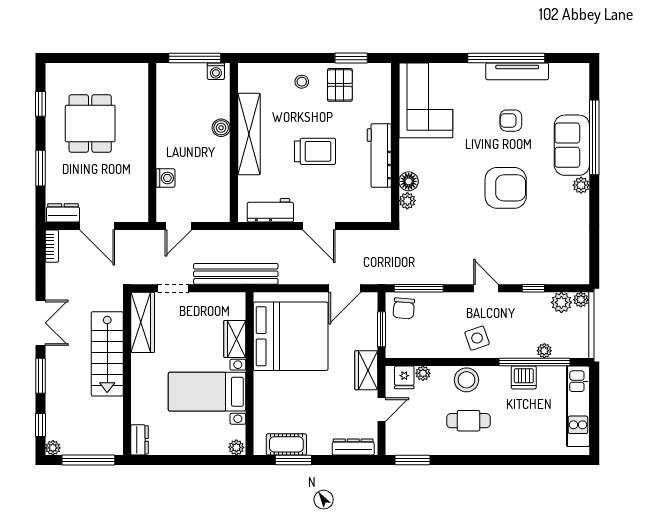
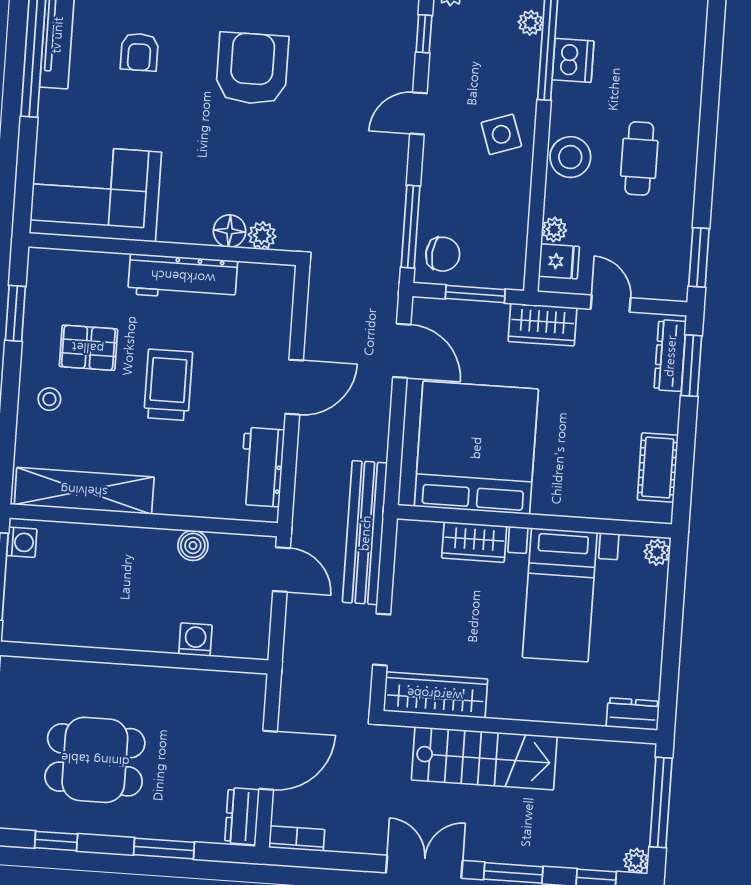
pallet: (340, 85) -> (88, 348), moved
boiler: (221, 128) -> (193, 545), moved
shelving: (249, 134) -> (84, 491), moved
door: (178, 226) -> (281, 570), moved
window: (293, 460) -> (691, 366), moved

